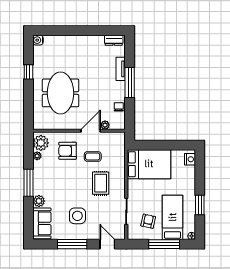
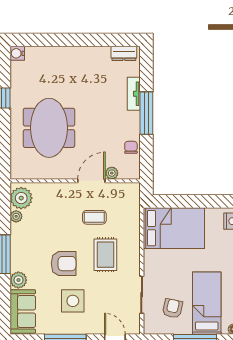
armchair: (68, 151) -> (64, 264), moved, turned 180

